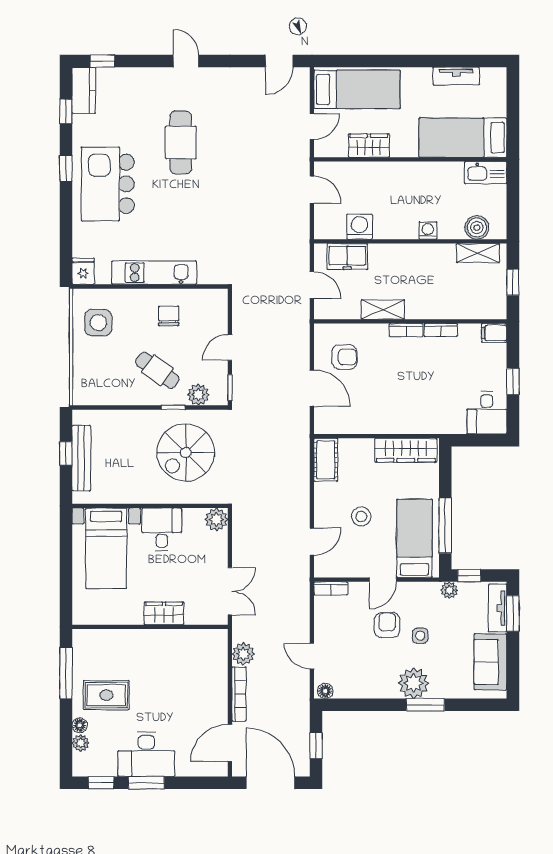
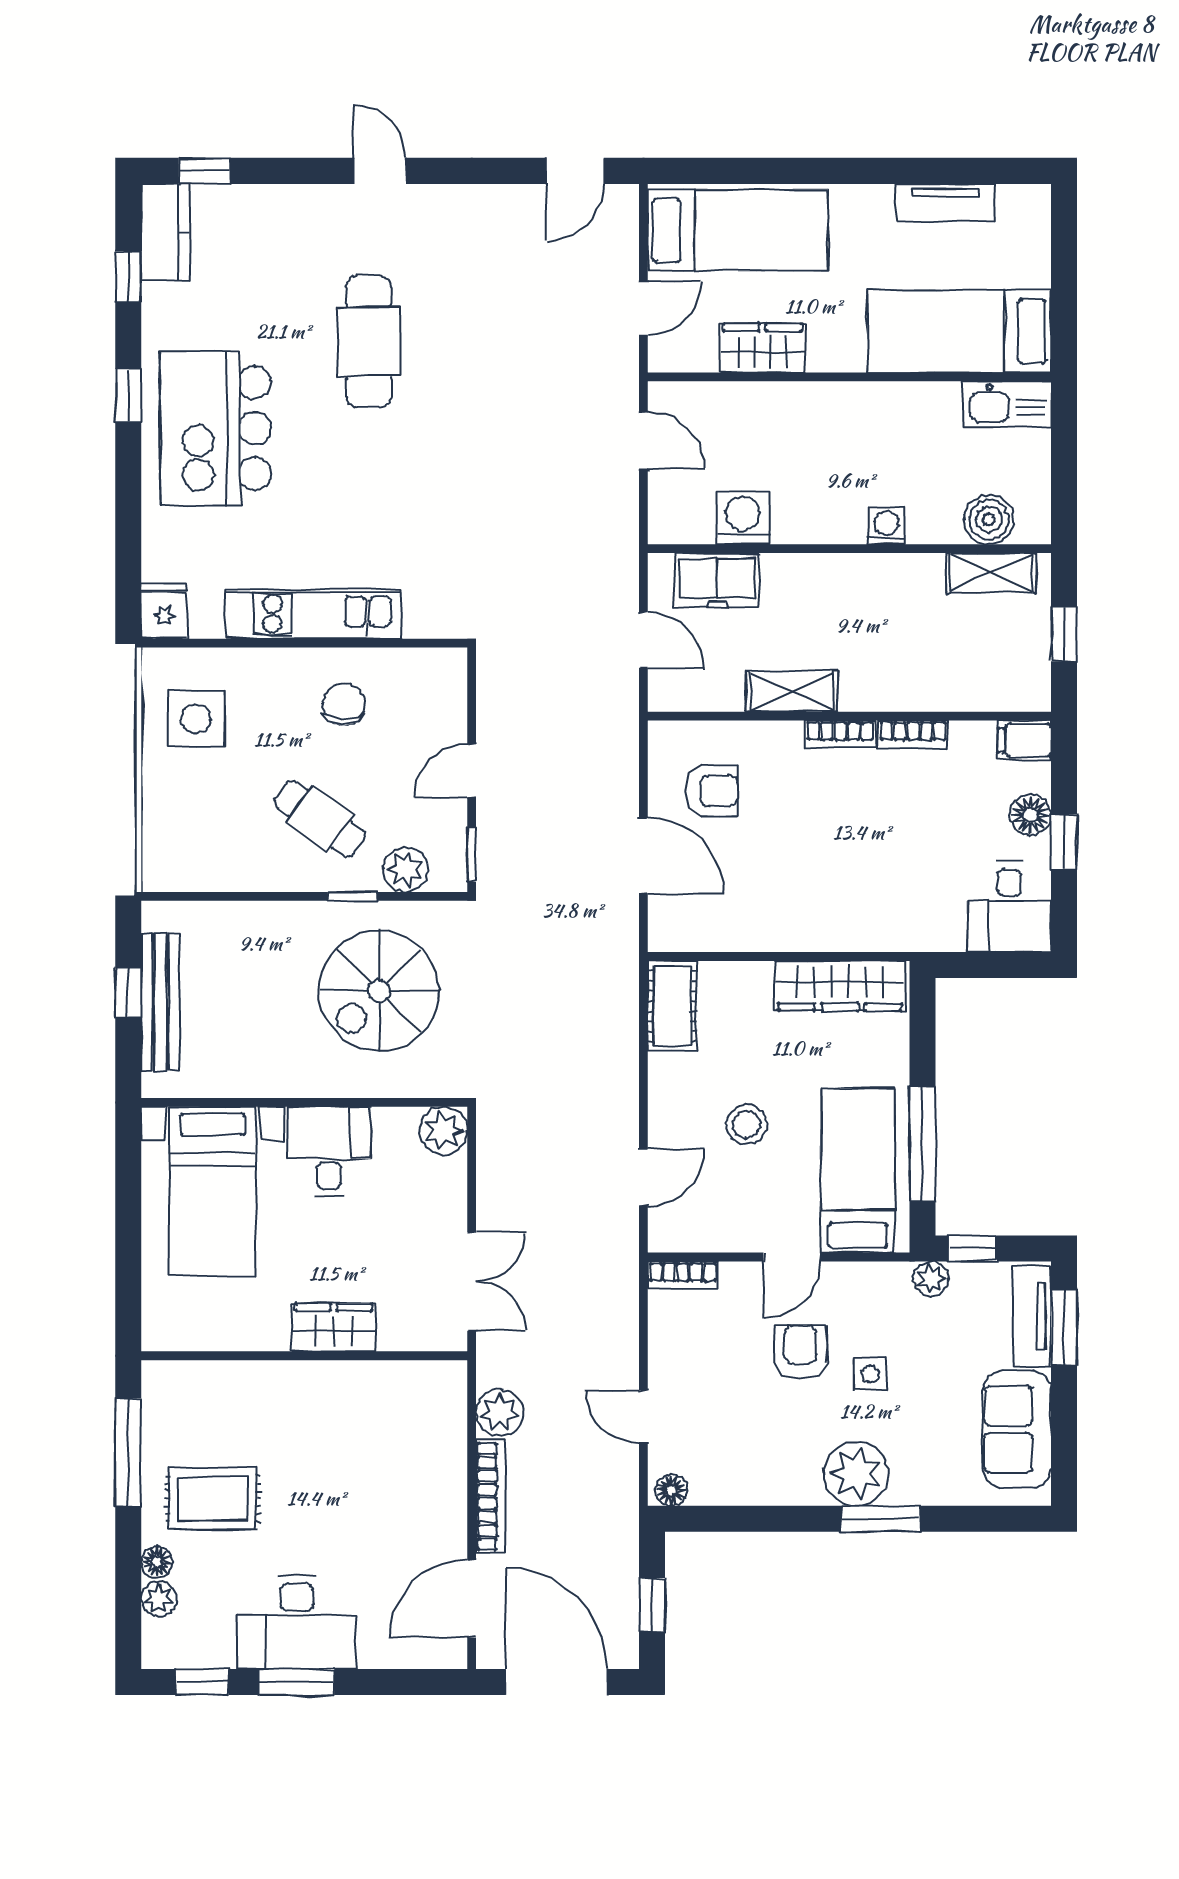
floor lamp: (497, 369) -> (1030, 815), added

